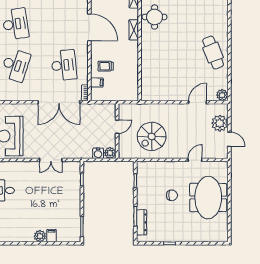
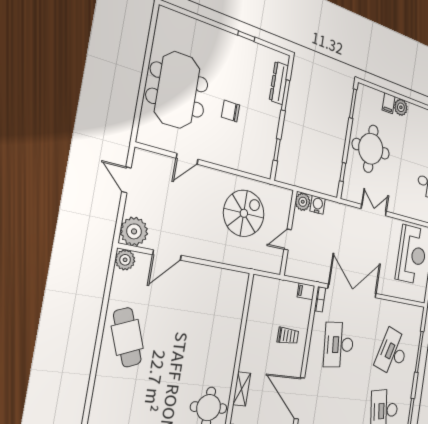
filing cabinet: (97, 82) -> (306, 291), moved
plant: (220, 123) -> (134, 231), moved
round table: (61, 201) -> (371, 149), added

